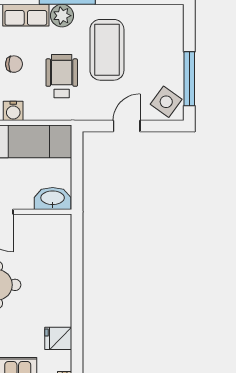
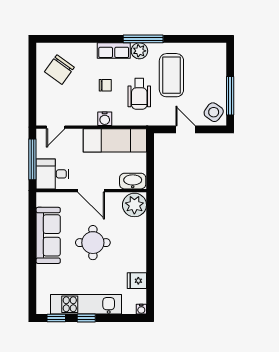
wheelchair: (62, 76) -> (139, 94), turned 180
door: (127, 126) -> (185, 129), hinge flipped
plant: (55, 232) -> (134, 205), added

